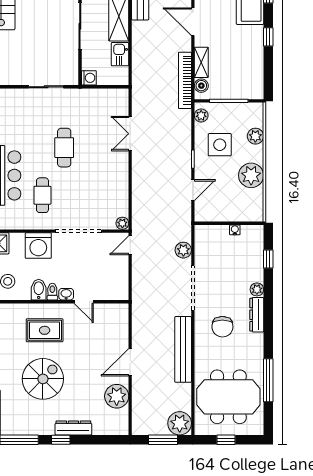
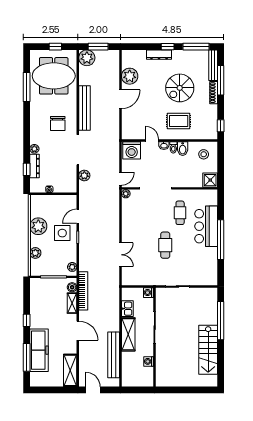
side table: (220, 145) -> (62, 233), moved
washing machine: (38, 246) -> (132, 150), moved, turned 180
dresser: (257, 315) -> (34, 166), moved
chair: (222, 327) -> (58, 123), turned 180

